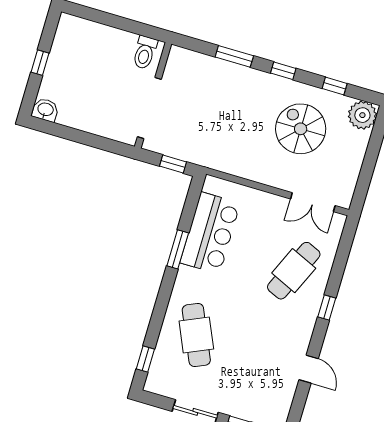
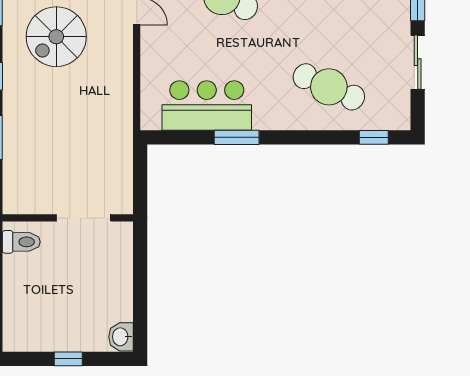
doorway: (149, 108) -> (84, 218), width x0.73
window: (173, 164) -> (140, 172), removed
cafe table: (196, 335) -> (329, 87), turned 48

